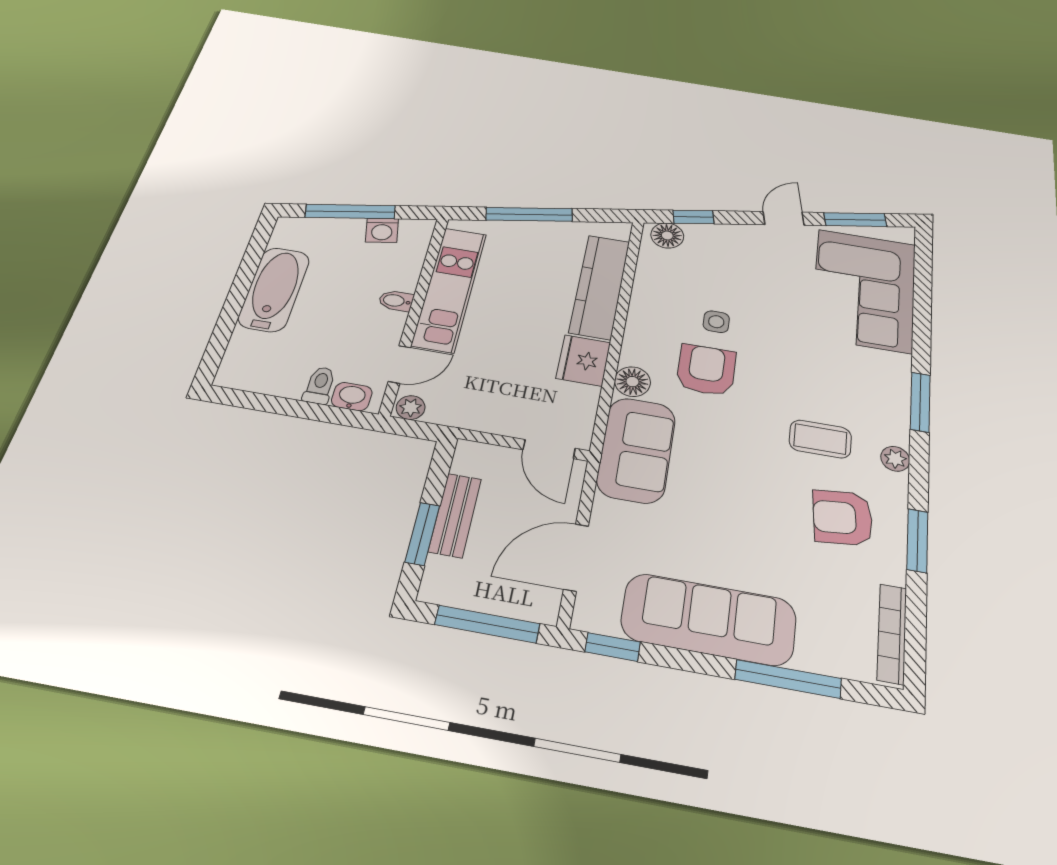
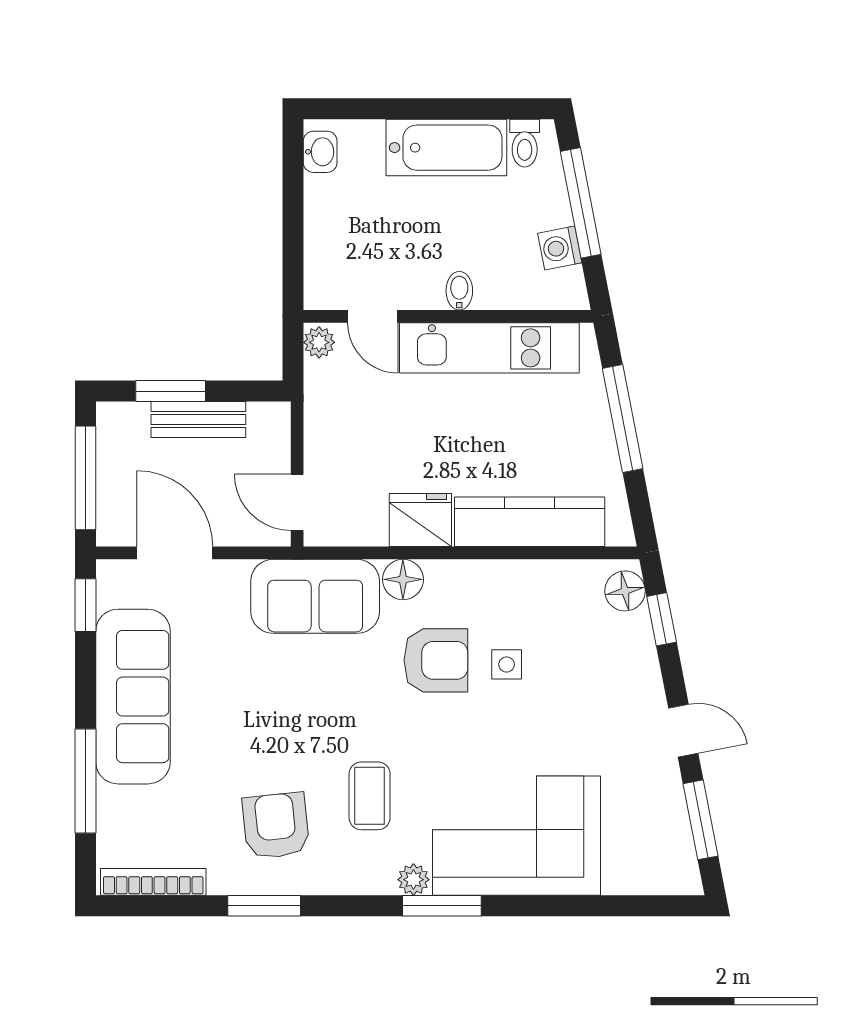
corner sofa: (864, 290) -> (516, 836), moved
toilet: (320, 385) -> (525, 143), moved, turned 90
washbasin: (352, 397) -> (320, 152), moved
door: (549, 449) -> (297, 502), hinge flipped
plant: (895, 459) -> (413, 880), moved

